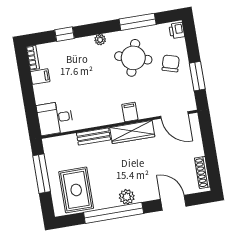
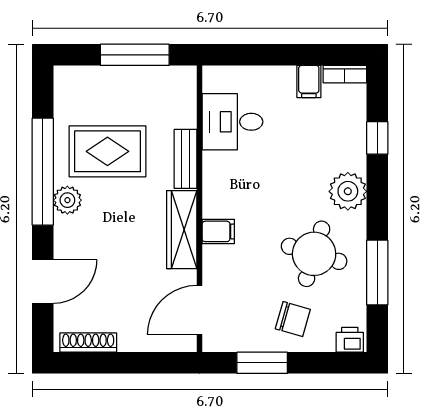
plant: (100, 40) -> (348, 191), width x1.88, depth x1.88
desk: (55, 118) -> (232, 122), moved, turned -90
rug: (76, 190) -> (107, 151), moved

